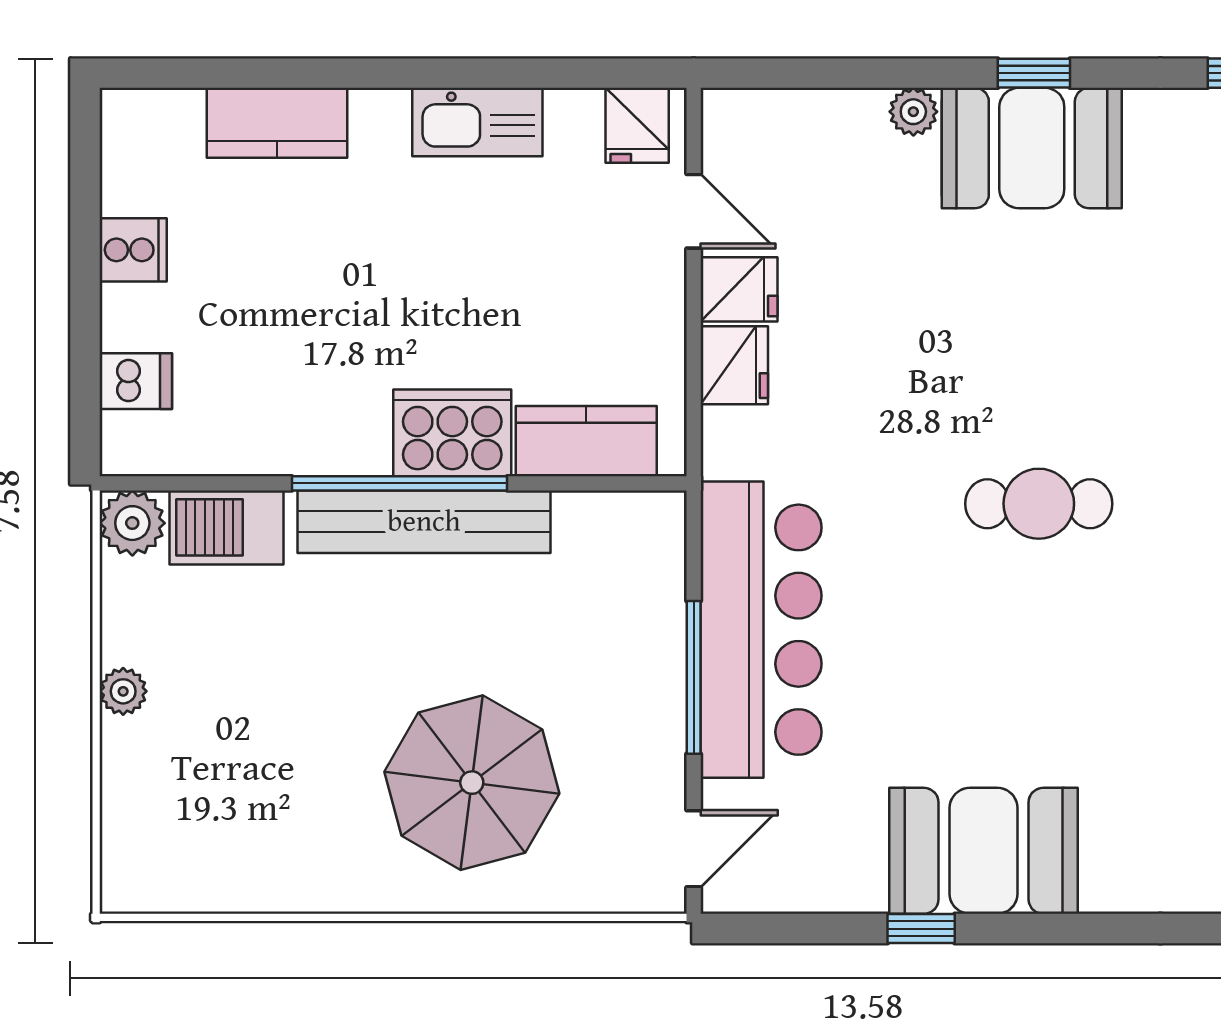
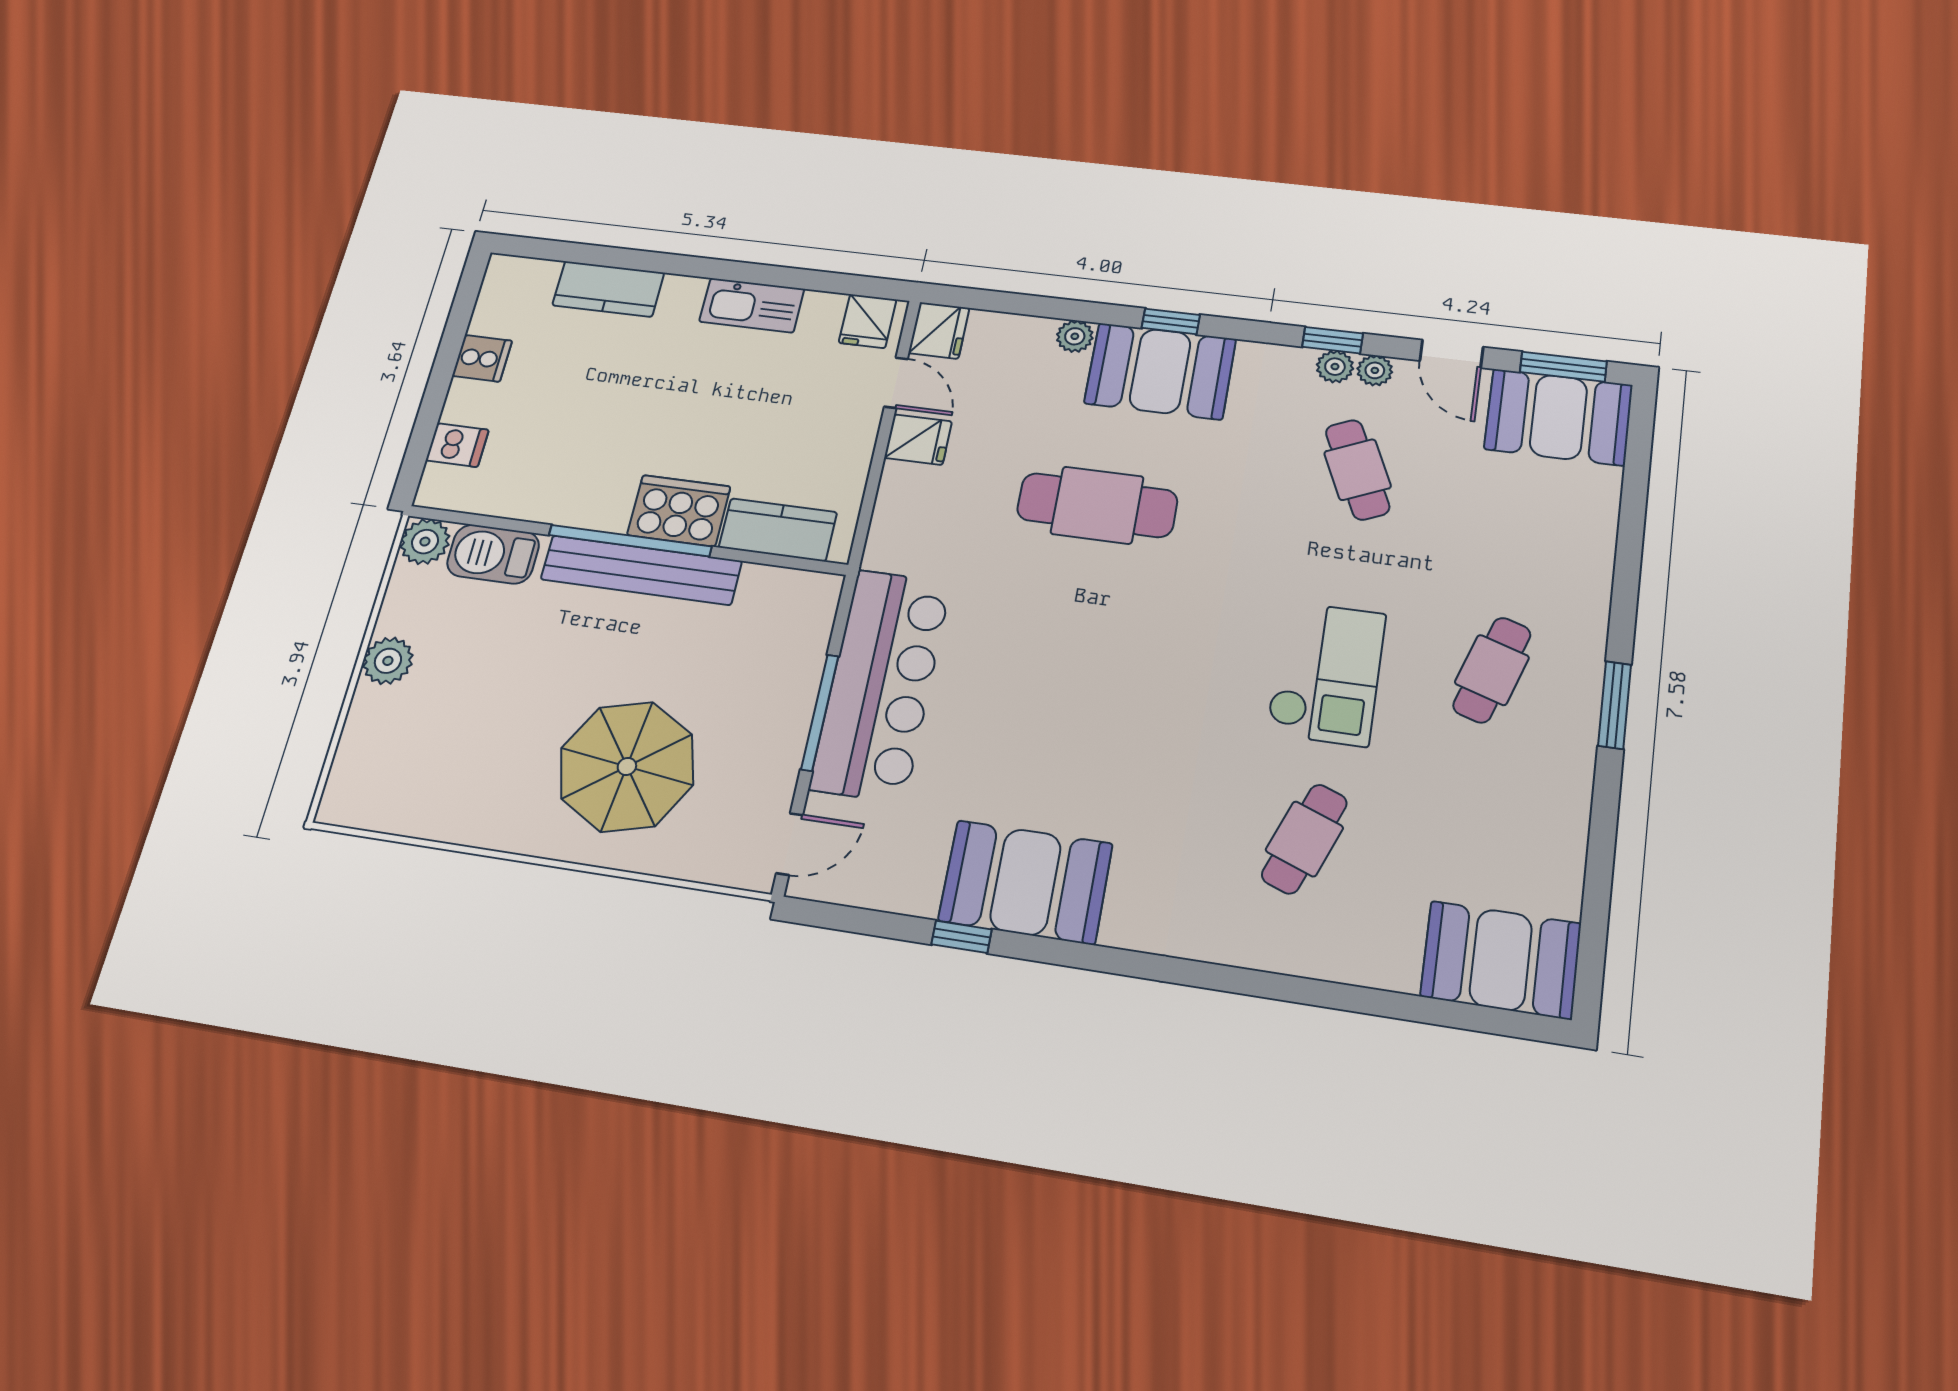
fridge: (734, 365) -> (939, 331), moved
cafe table: (1039, 504) -> (1097, 505), moved, width x1.37, depth x1.35
plant: (123, 691) -> (388, 661), width x1.38, depth x1.38

